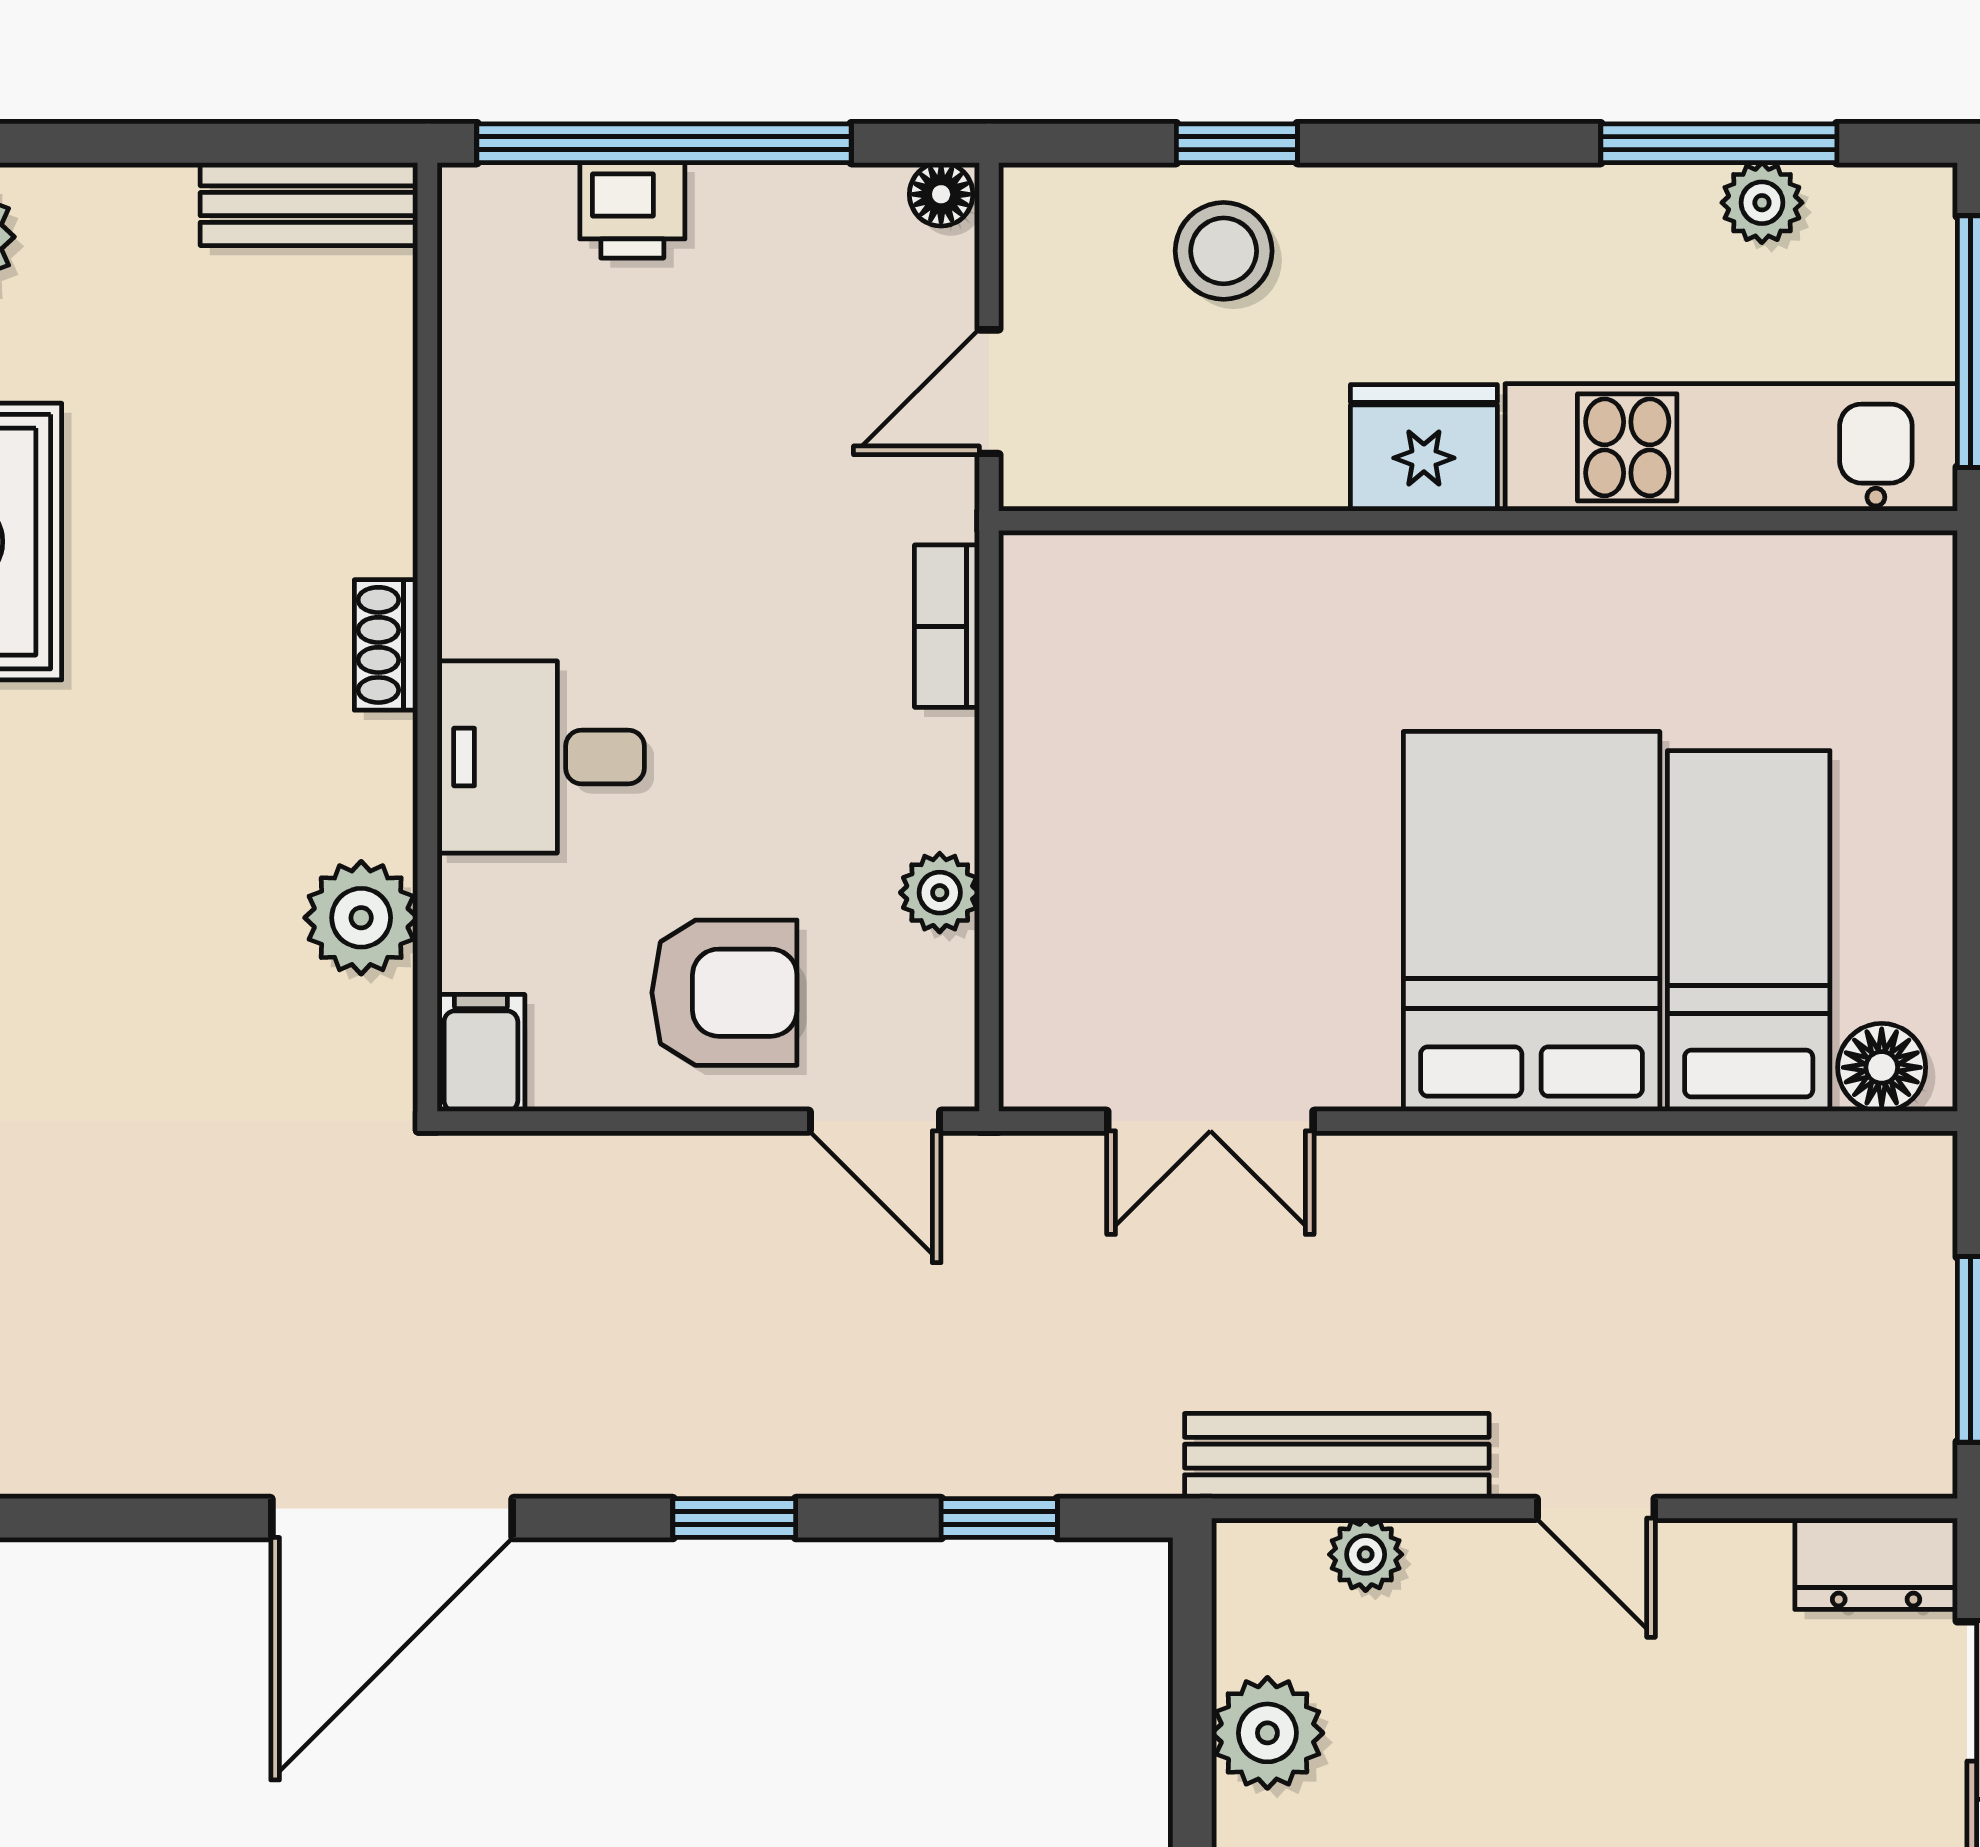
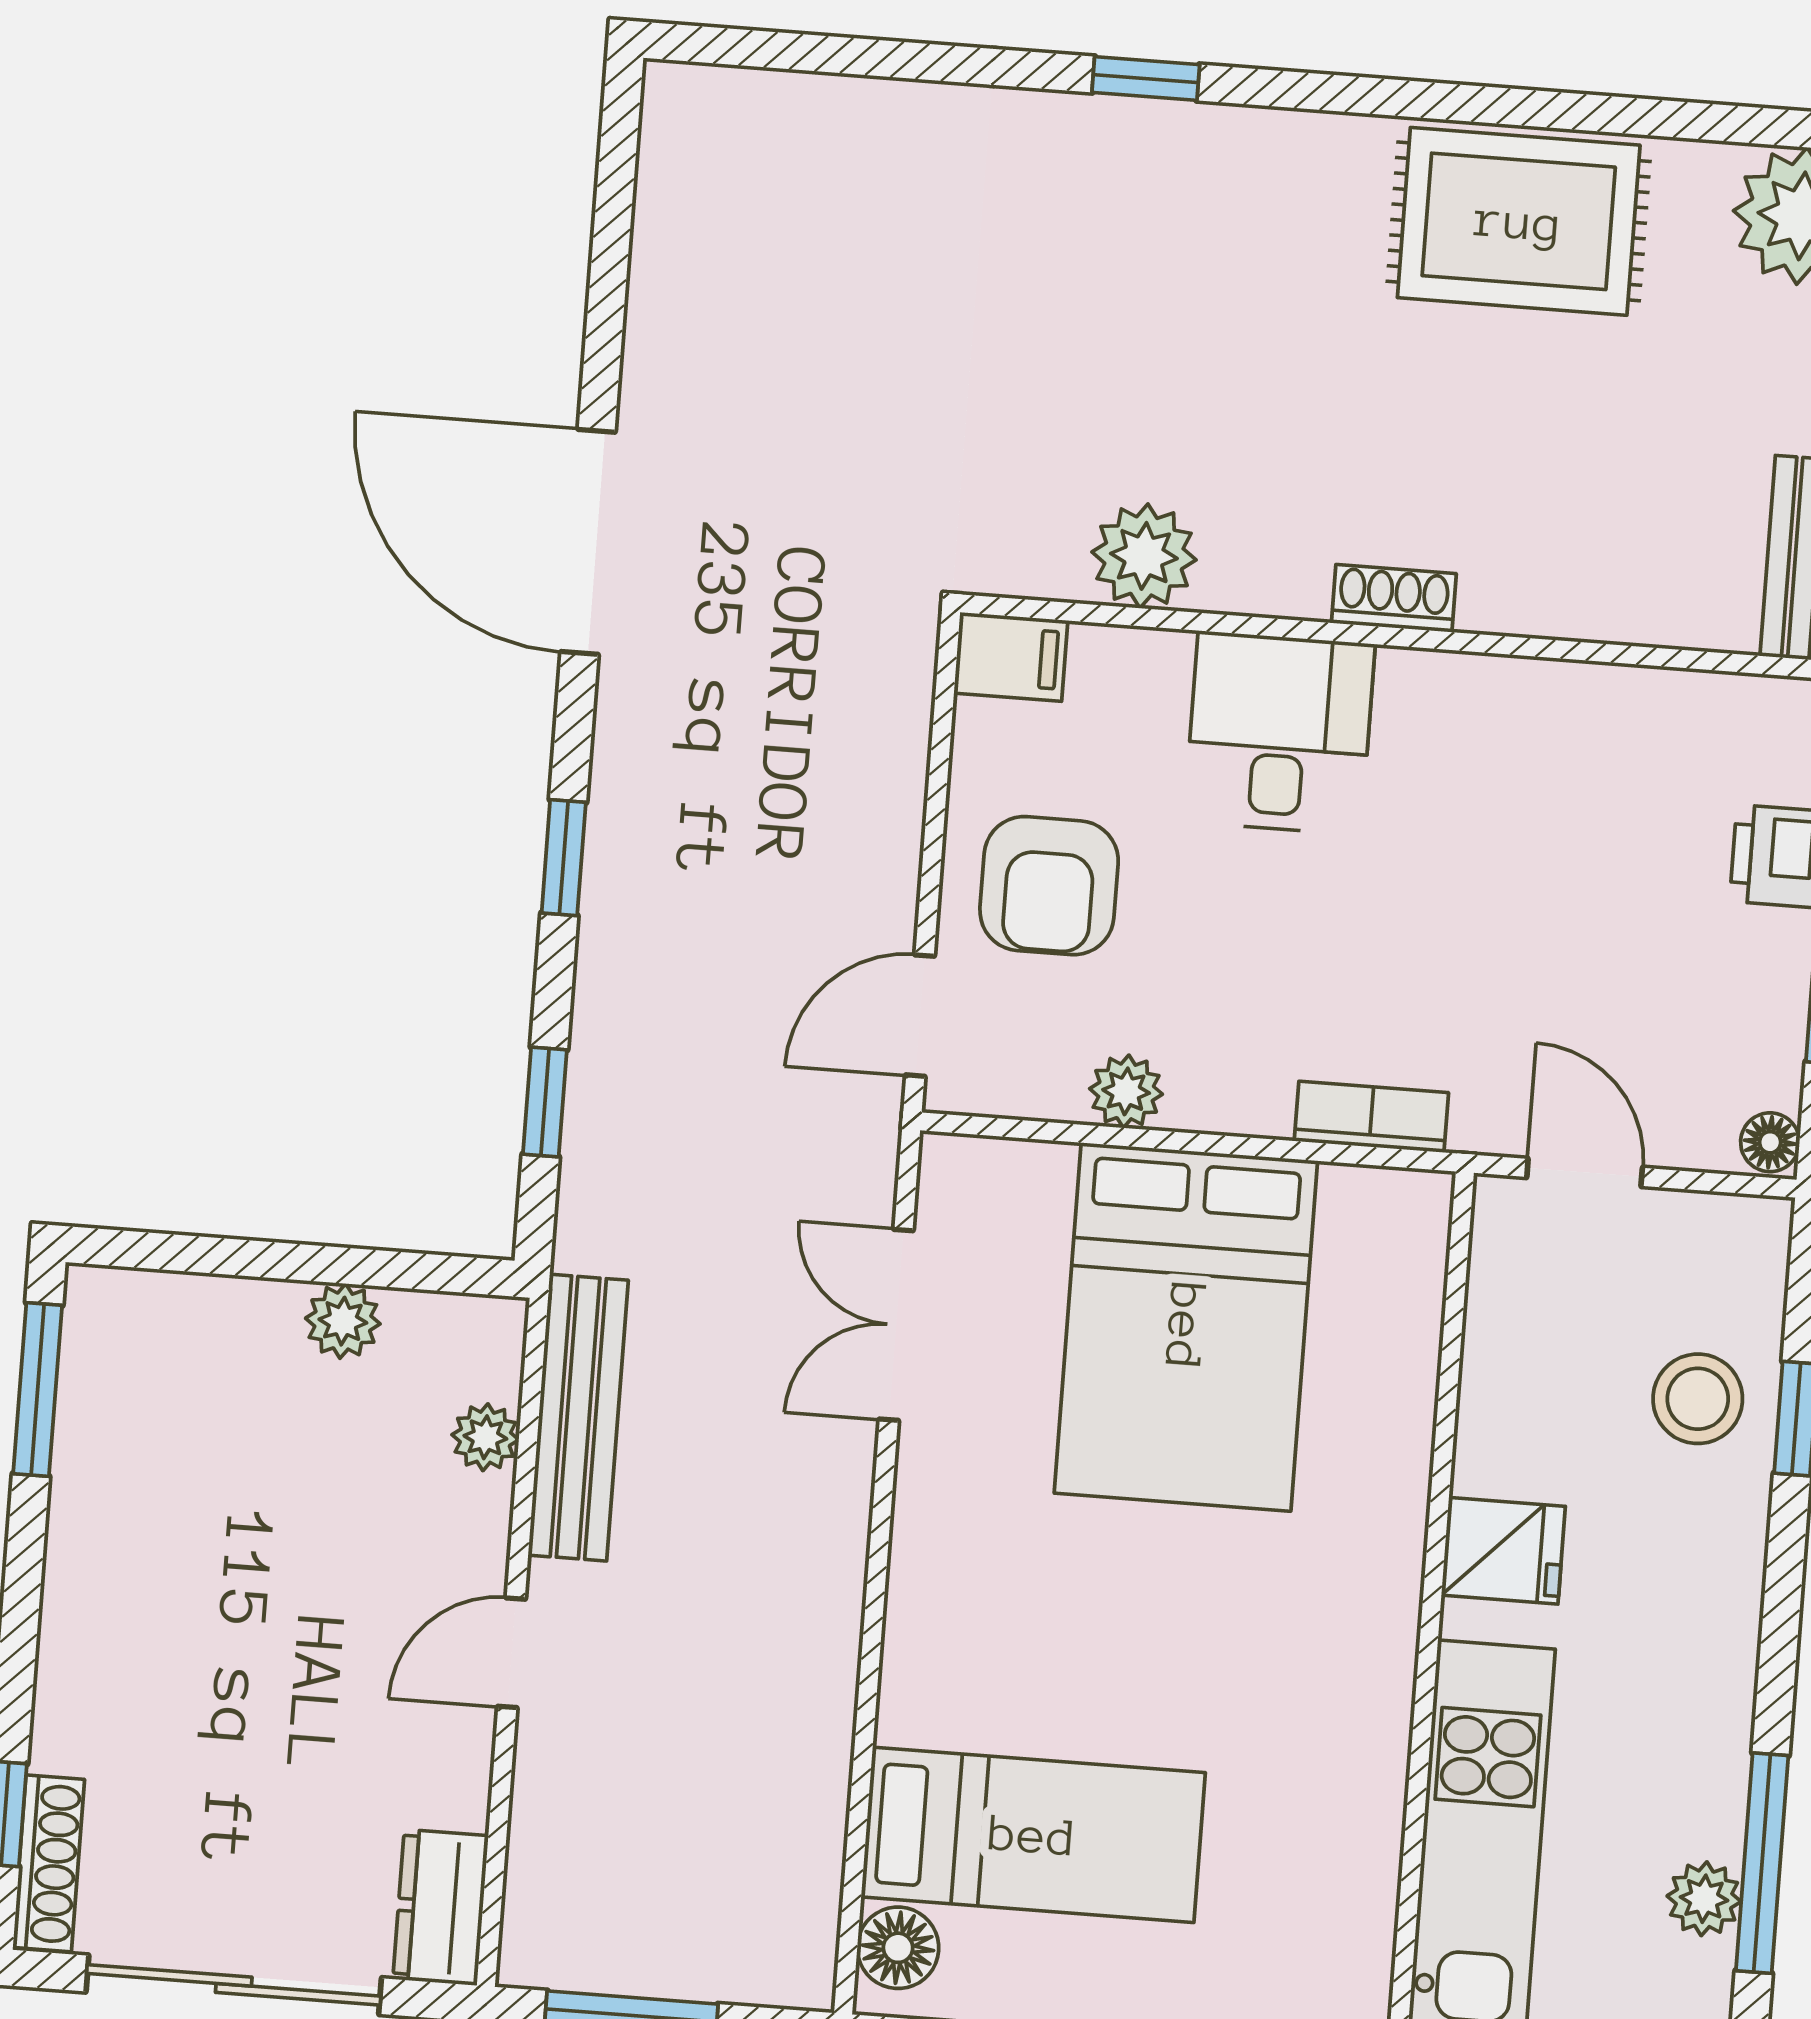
fridge: (1424, 448) -> (1503, 1551), width x0.72
bed: (1532, 921) -> (1186, 1327), moved, turned 90
plant: (1267, 1733) -> (343, 1321), width x0.73, depth x0.73

